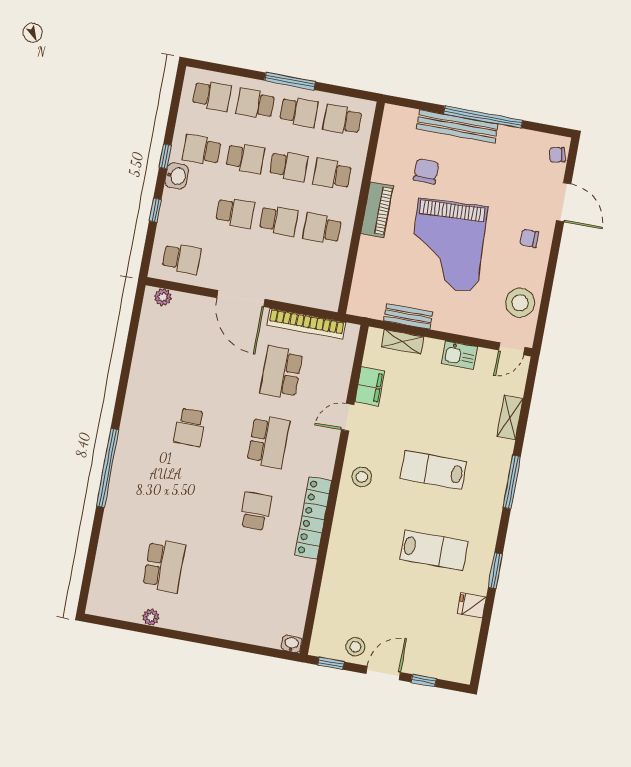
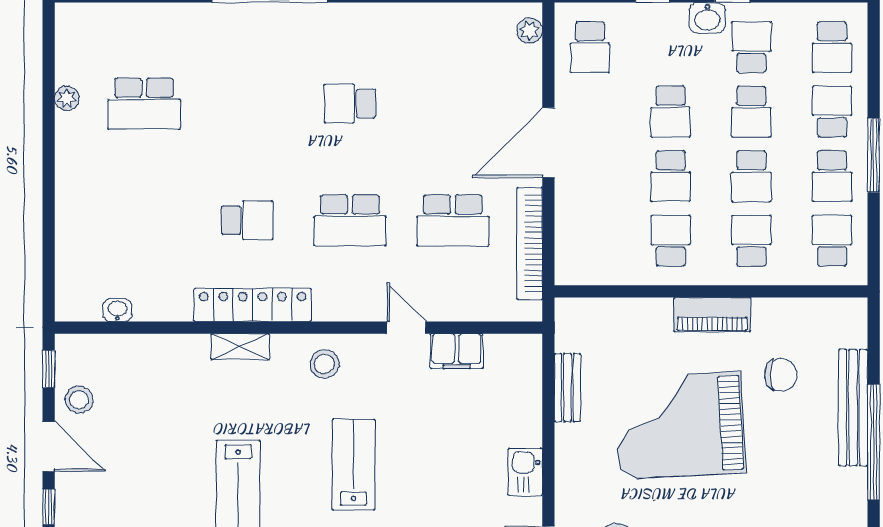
shelving: (403, 342) -> (240, 347), moved, turned 90
school desk: (281, 373) -> (453, 220), turned 180
washbasin: (292, 644) -> (117, 310), moved, turned -90

